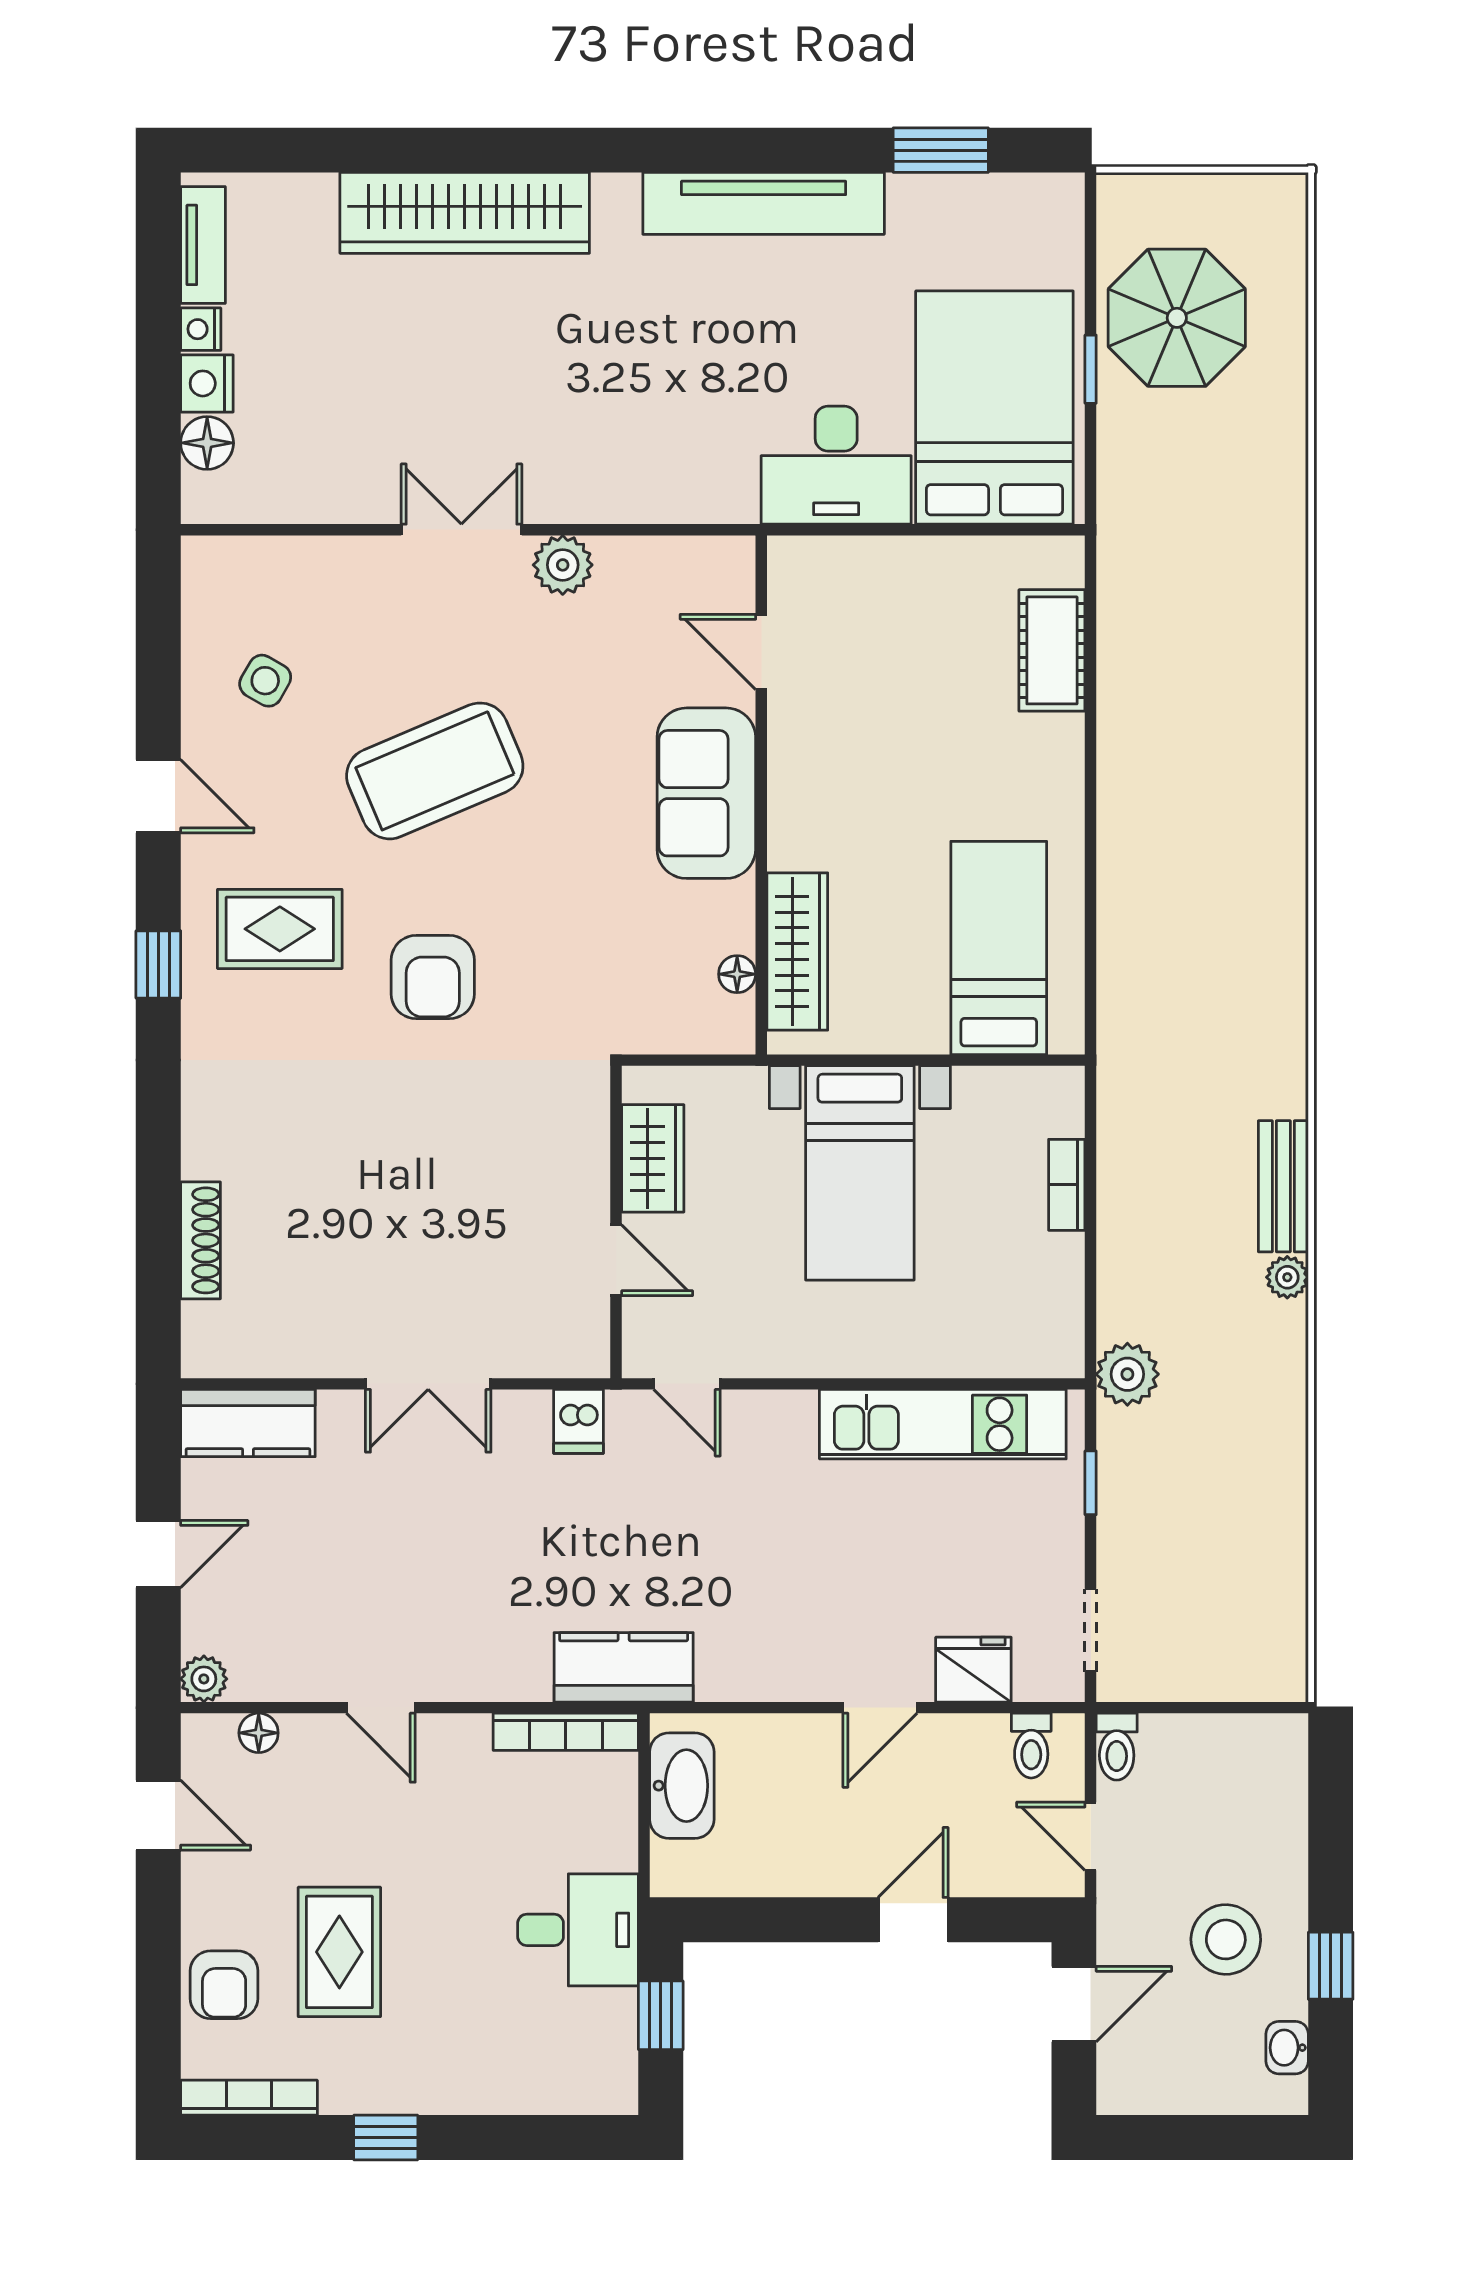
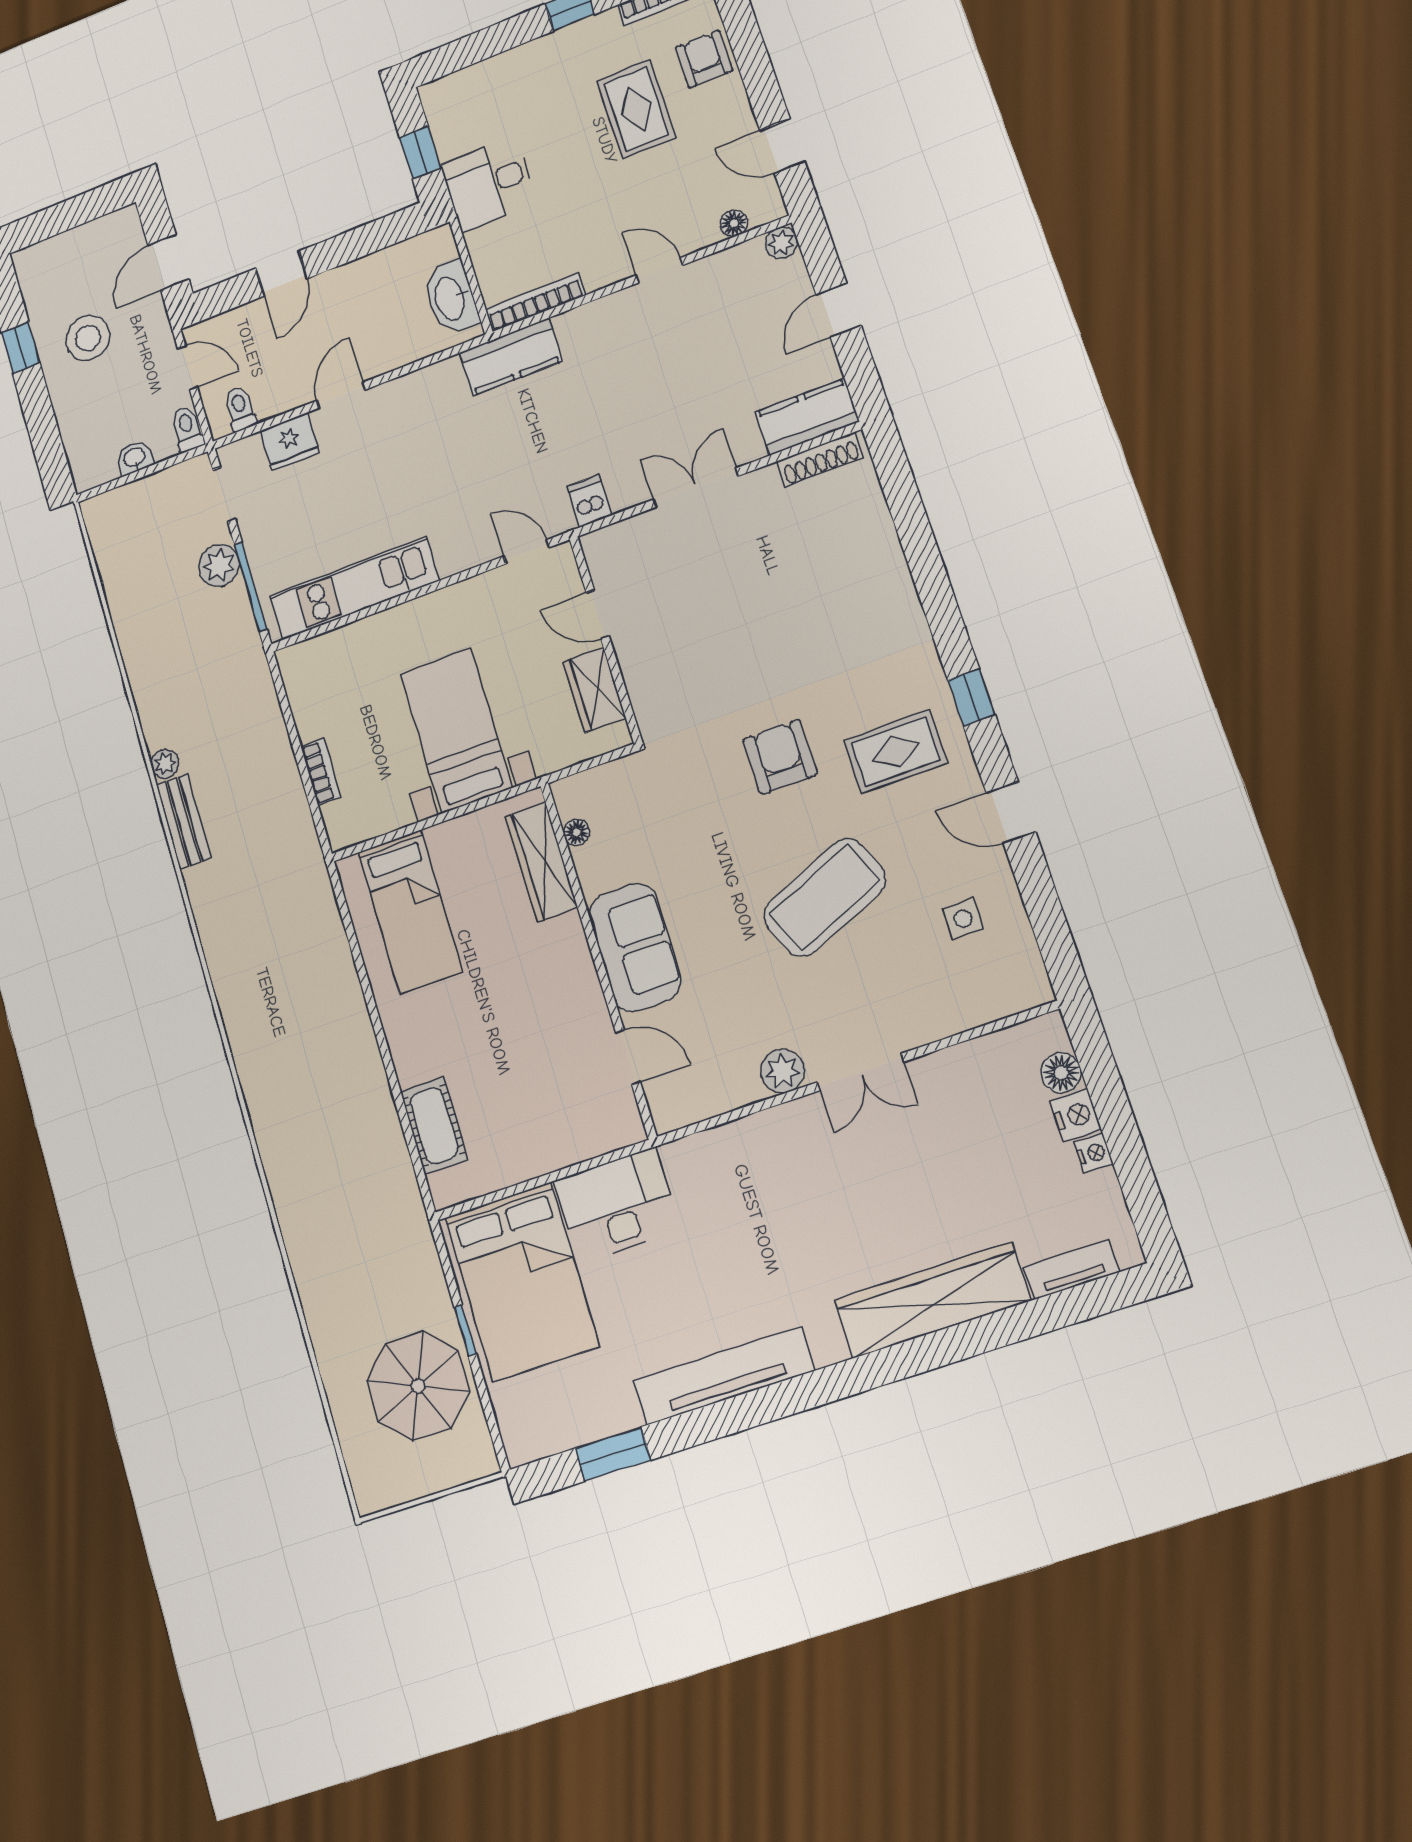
tv unit: (203, 245) -> (1072, 1269), moved, turned 90
side table: (265, 681) -> (963, 919), turned -30
shoe rack: (201, 1240) -> (820, 459), moved, turned -90
plant: (1127, 1374) -> (219, 565), moved
window: (1091, 1483) -> (251, 587), width x2.17
washbasin: (1287, 2048) -> (134, 458), moved, turned -90

